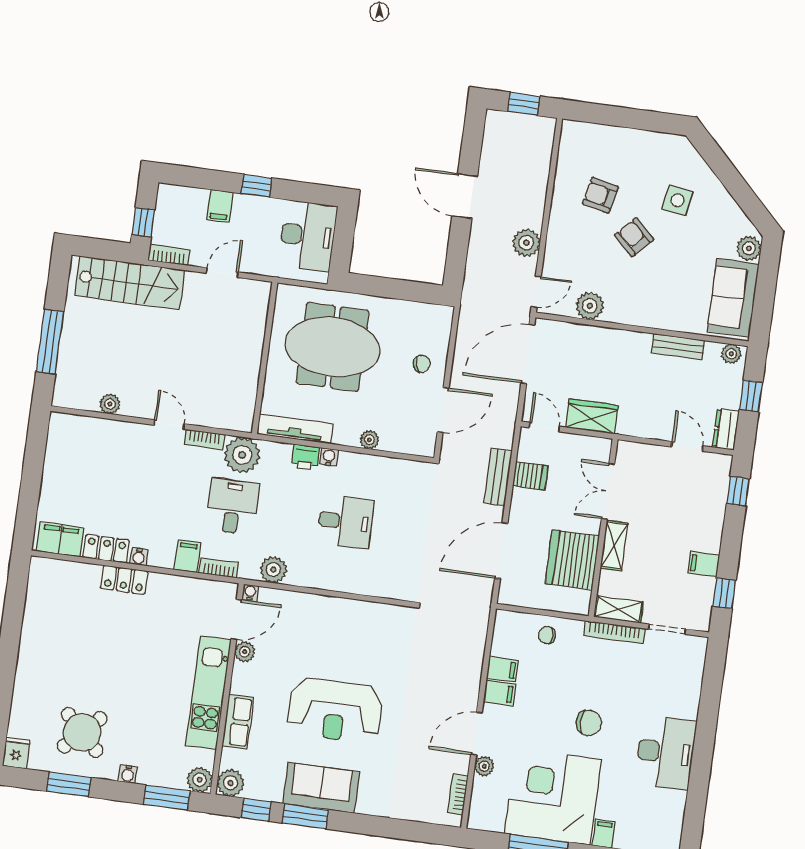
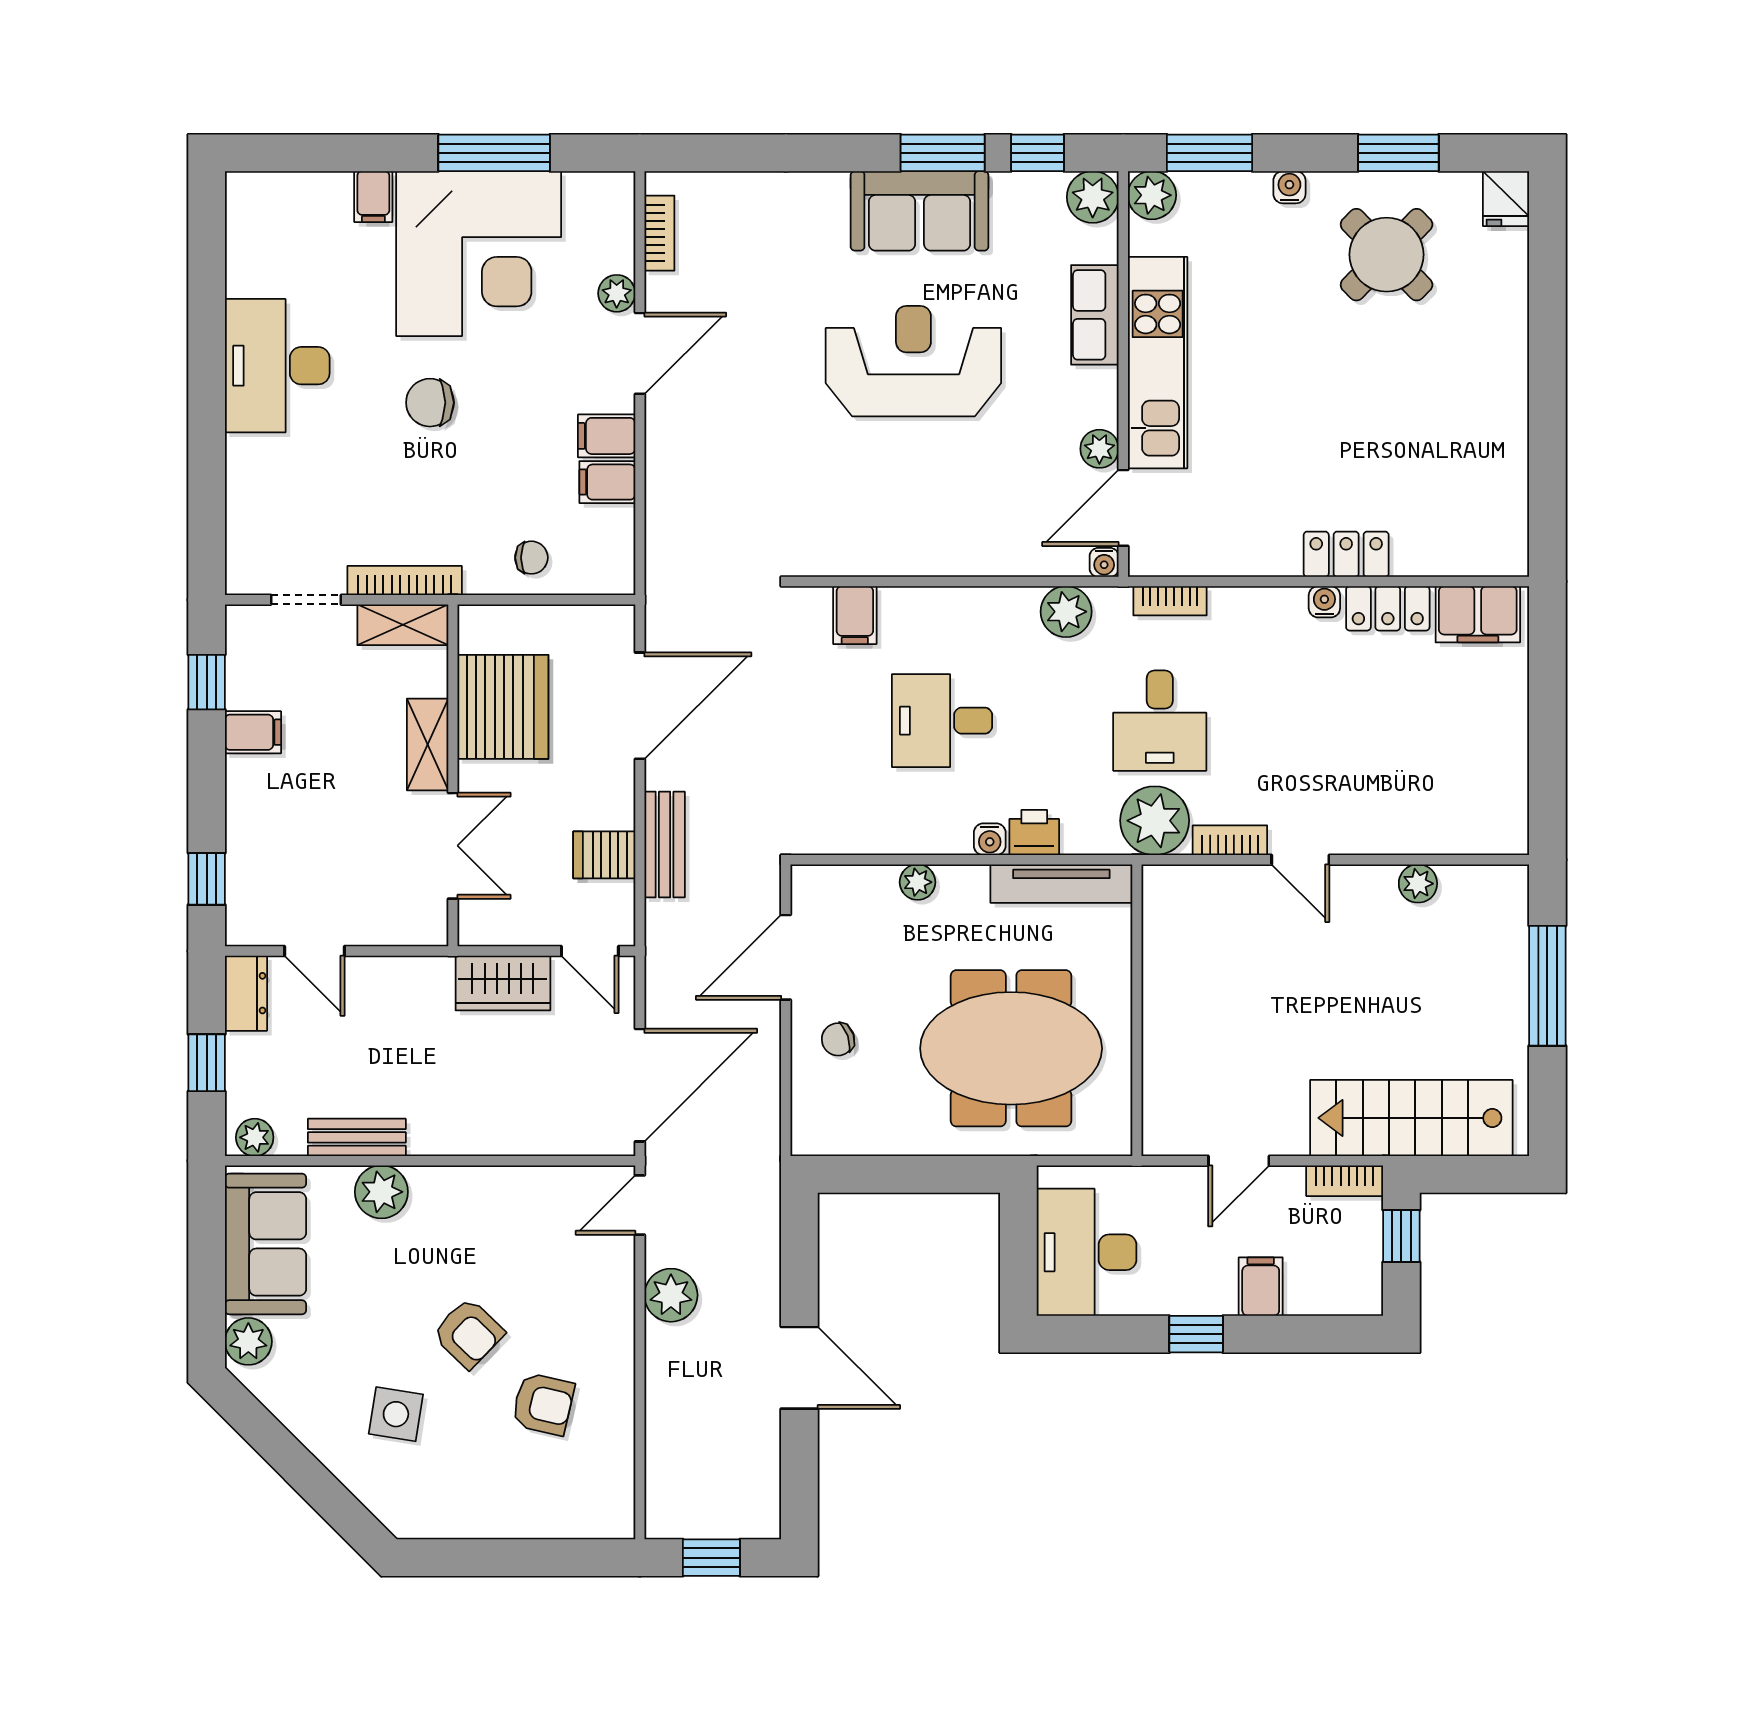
plant: (590, 306) -> (381, 1192), moved
filing cabinet: (188, 556) -> (855, 615), moved

